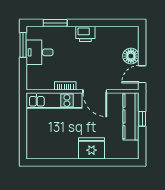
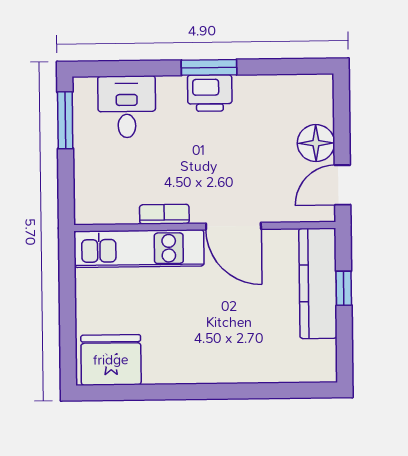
window: (55, 23) -> (209, 67), moved
desk: (39, 52) -> (127, 107), moved, turned 90
fridge: (91, 148) -> (111, 360), moved

